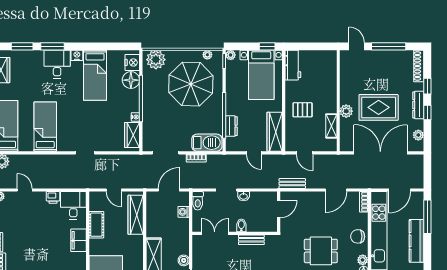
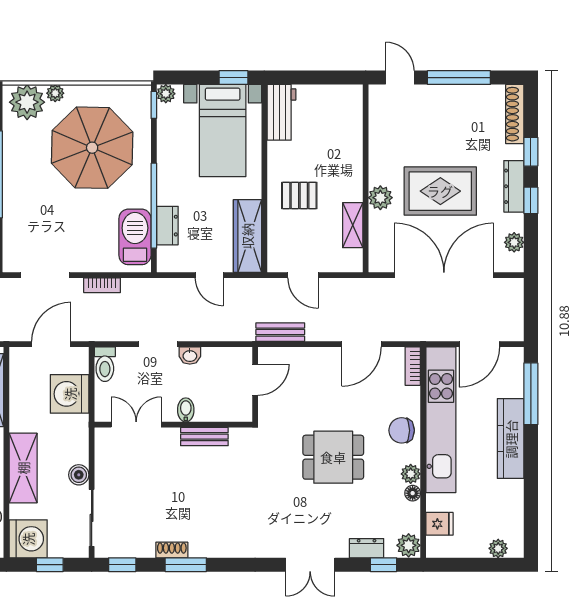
plant: (207, 55) -> (55, 93), moved
barbecue: (207, 143) -> (135, 237), moved, turned -90
washing machine: (184, 212) -> (70, 394), width x1.89, depth x1.89

